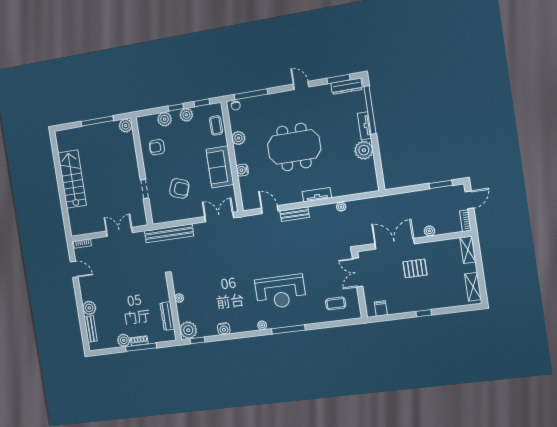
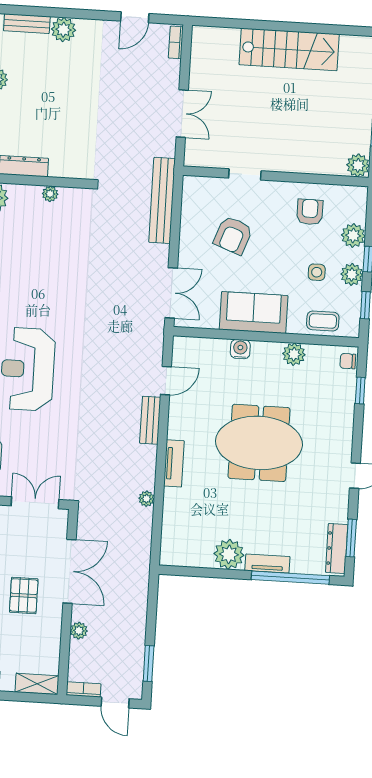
window: (251, 94) -> (360, 391), width x0.46
side table: (189, 135) -> (317, 272), added
meeting table: (294, 147) -> (259, 443), turned 90

